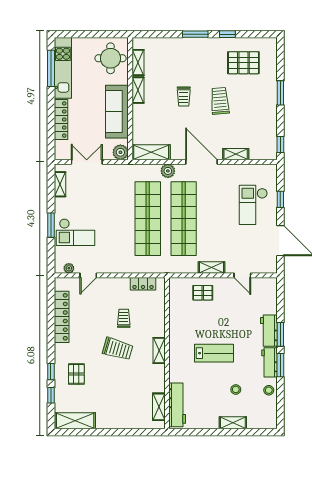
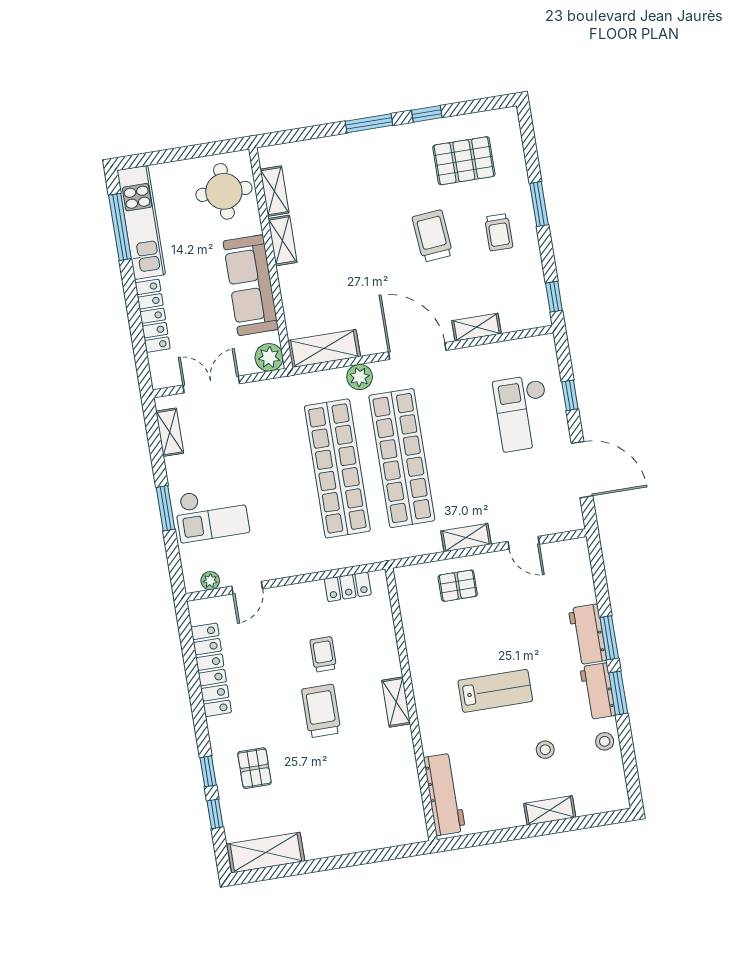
trolley: (184, 97) -> (499, 232), moved
trolley: (118, 349) -> (321, 711), turned -106
shelving: (159, 407) -> (412, 803), removed

